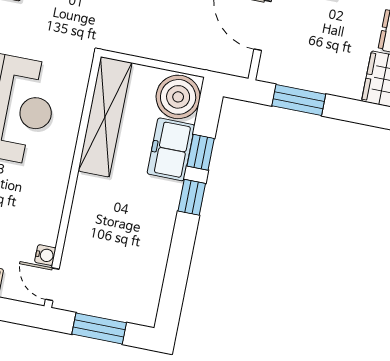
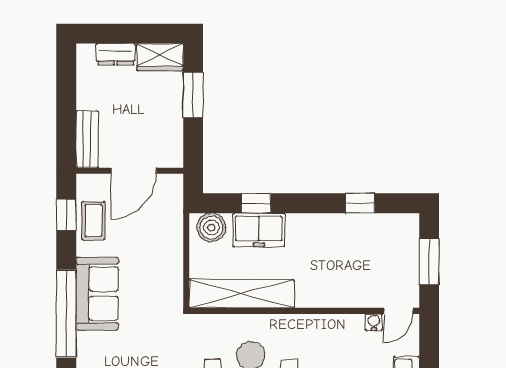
boiler: (178, 97) -> (211, 227), width x0.73, depth x0.73
window: (299, 100) -> (193, 95), moved
window: (192, 197) -> (360, 203), moved

